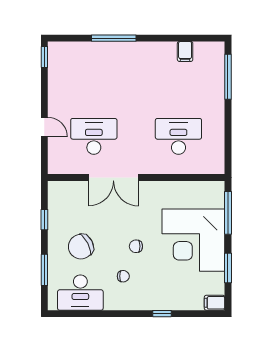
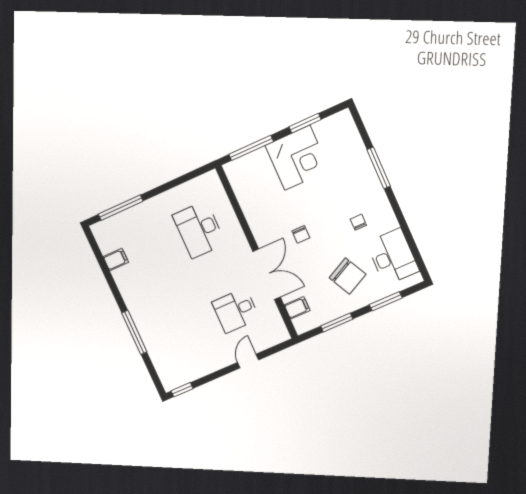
desk: (94, 136) -> (236, 310), width x0.73
window: (44, 220) -> (337, 323), width x1.50
corner desk: (193, 240) -> (297, 158), width x0.74, depth x0.74
chair: (136, 246) -> (301, 234), moved
filing cabinet: (215, 303) -> (297, 308), moved, turned -90
window: (162, 314) -> (379, 168), width x2.17

